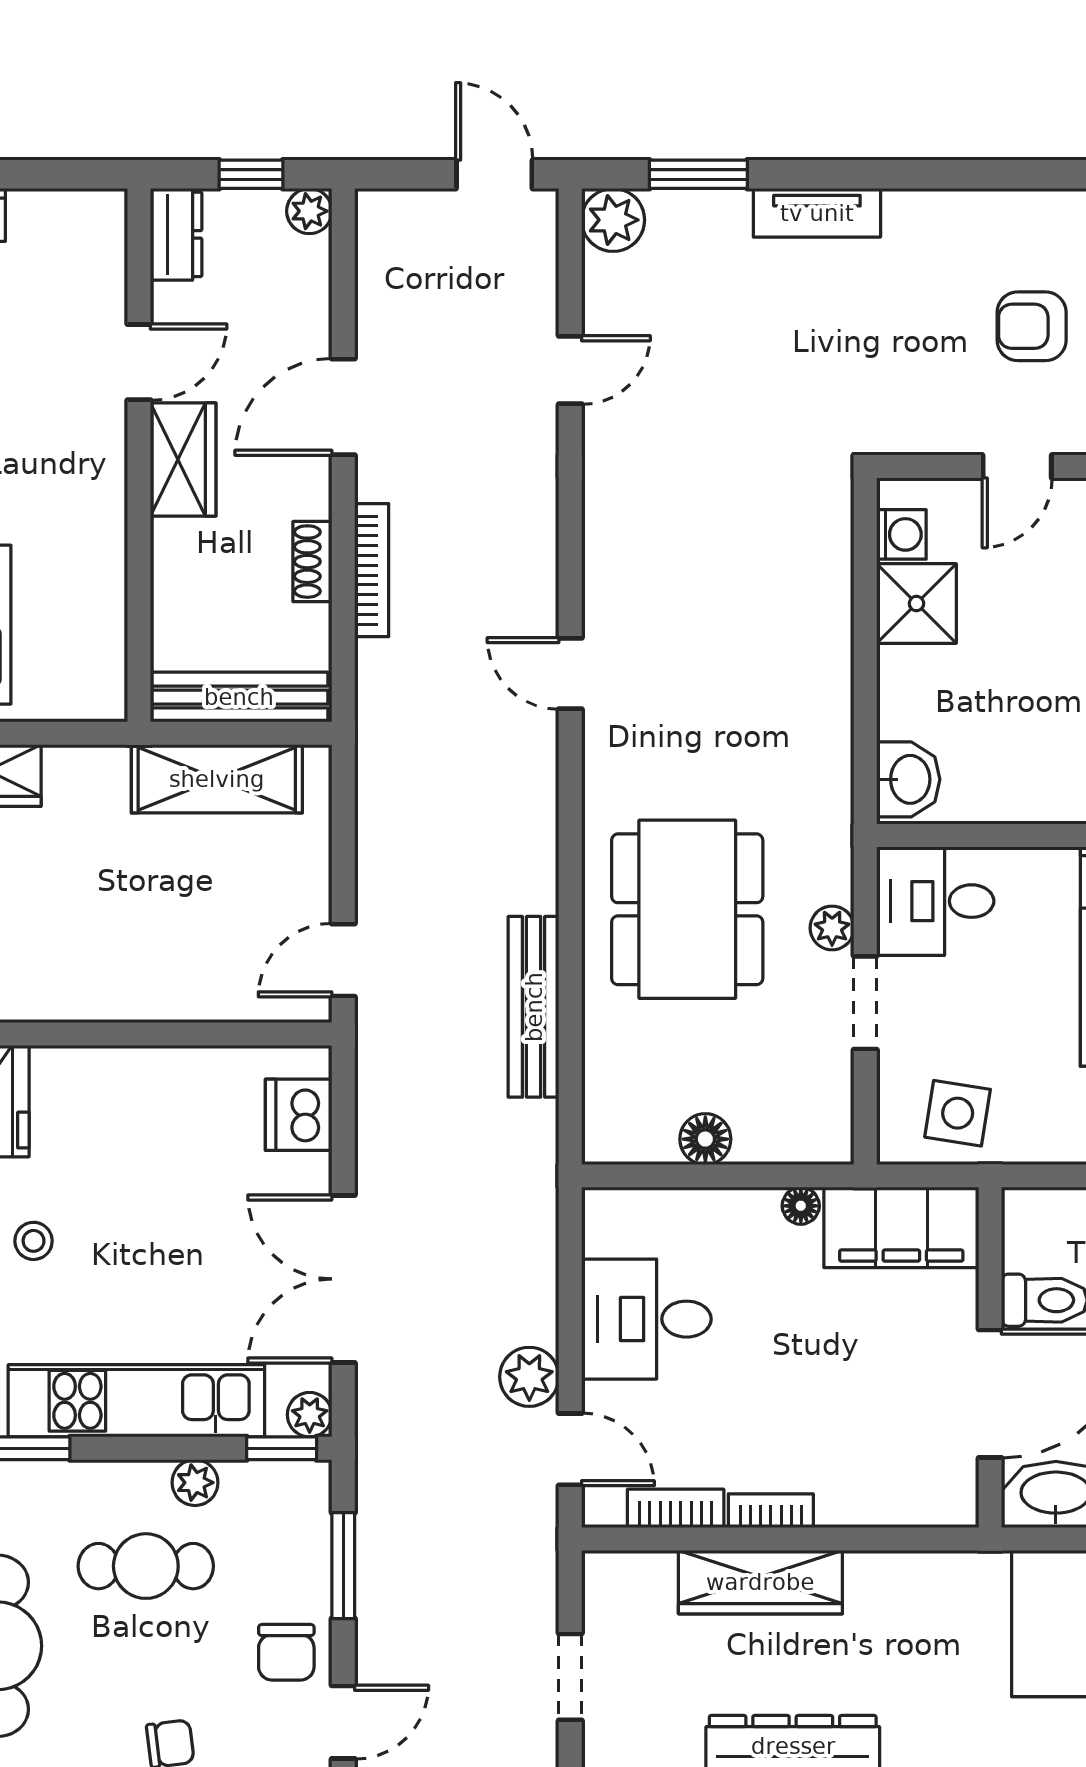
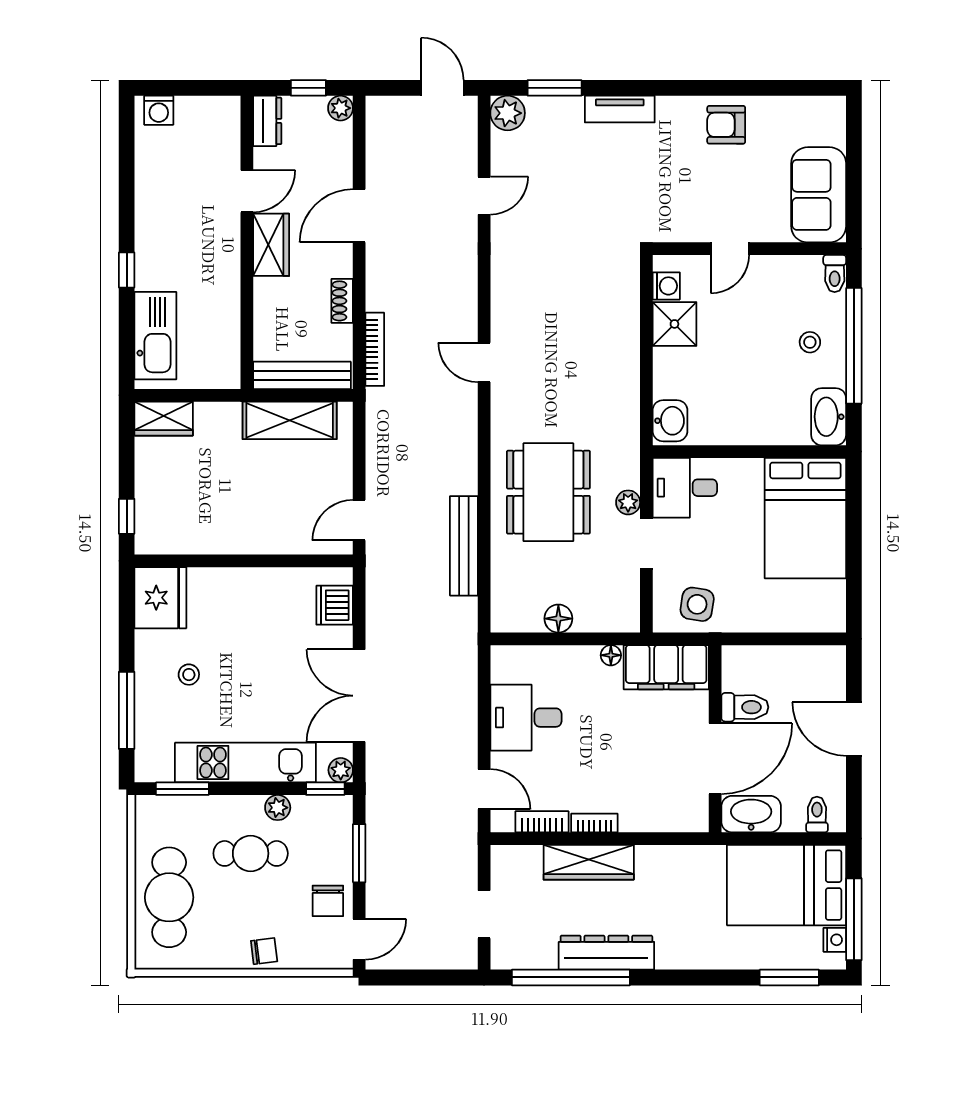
armchair: (1032, 326) -> (726, 125), moved
bookcase: (372, 570) -> (375, 349), moved
plant: (529, 1377) -> (462, 749), removed

